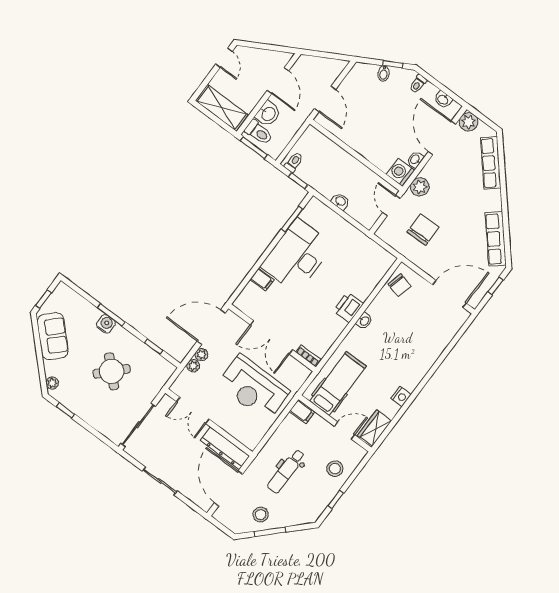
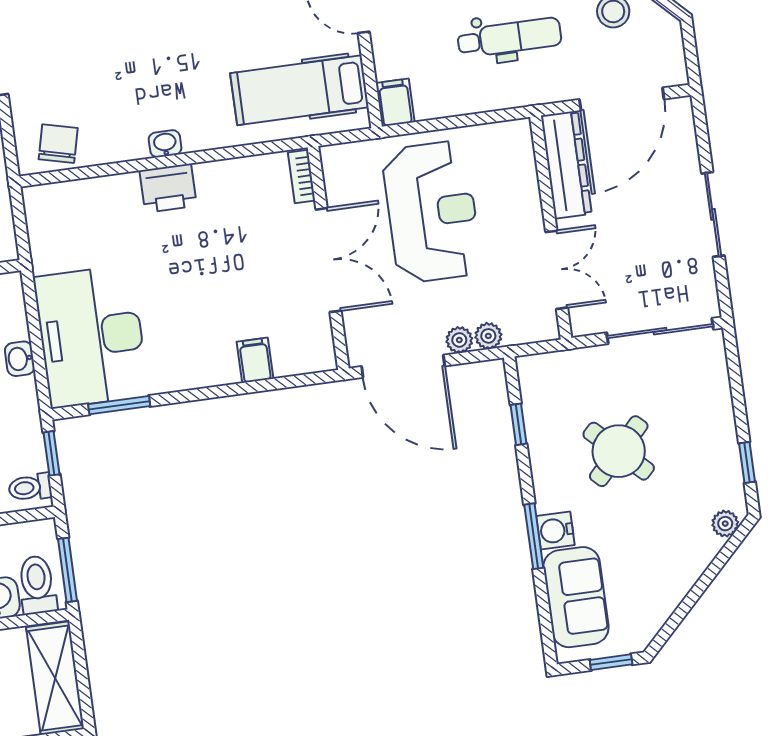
desk: (297, 256) -> (91, 336), moved, turned 90
sofa: (53, 336) -> (576, 597), moved, turned 135

